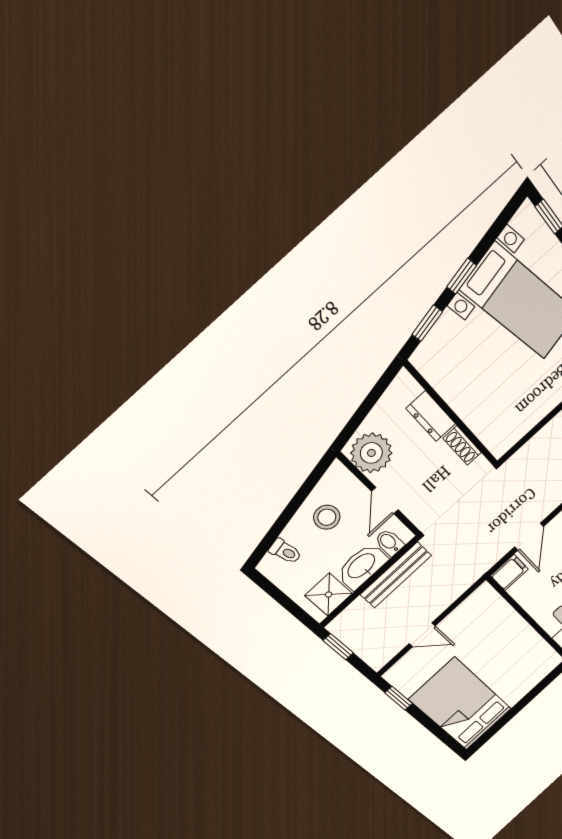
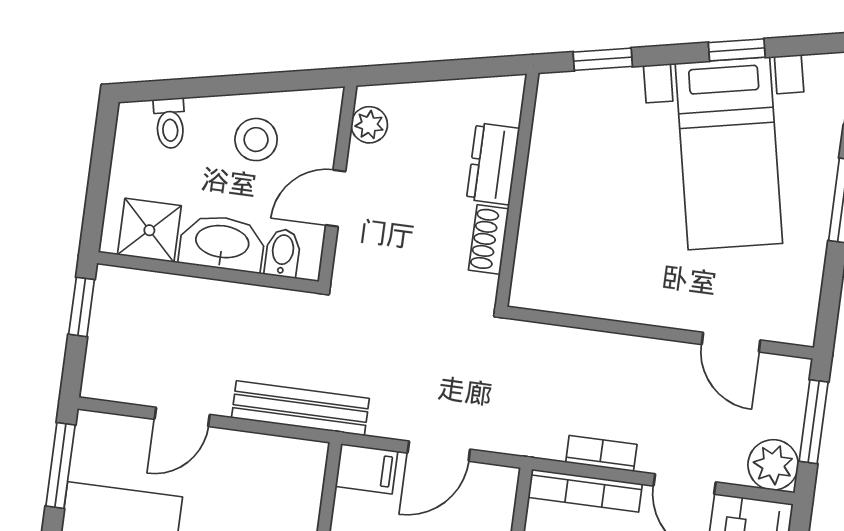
window: (462, 276) -> (737, 50), moved
plant: (371, 453) -> (369, 125), width x0.53, depth x0.53
bench: (396, 575) -> (300, 408), moved
door: (422, 635) -> (182, 417), hinge flipped
window: (399, 698) -> (60, 466), width x1.50

